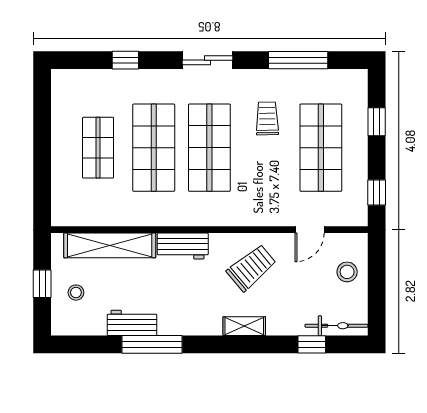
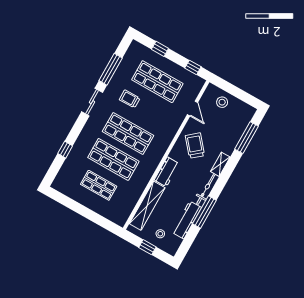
sliding door: (208, 60) -> (92, 102), moved
workbench: (132, 323) -> (187, 220), width x1.38
bicycle: (336, 326) -> (206, 189), moved
window: (312, 344) -> (247, 138), width x2.17

